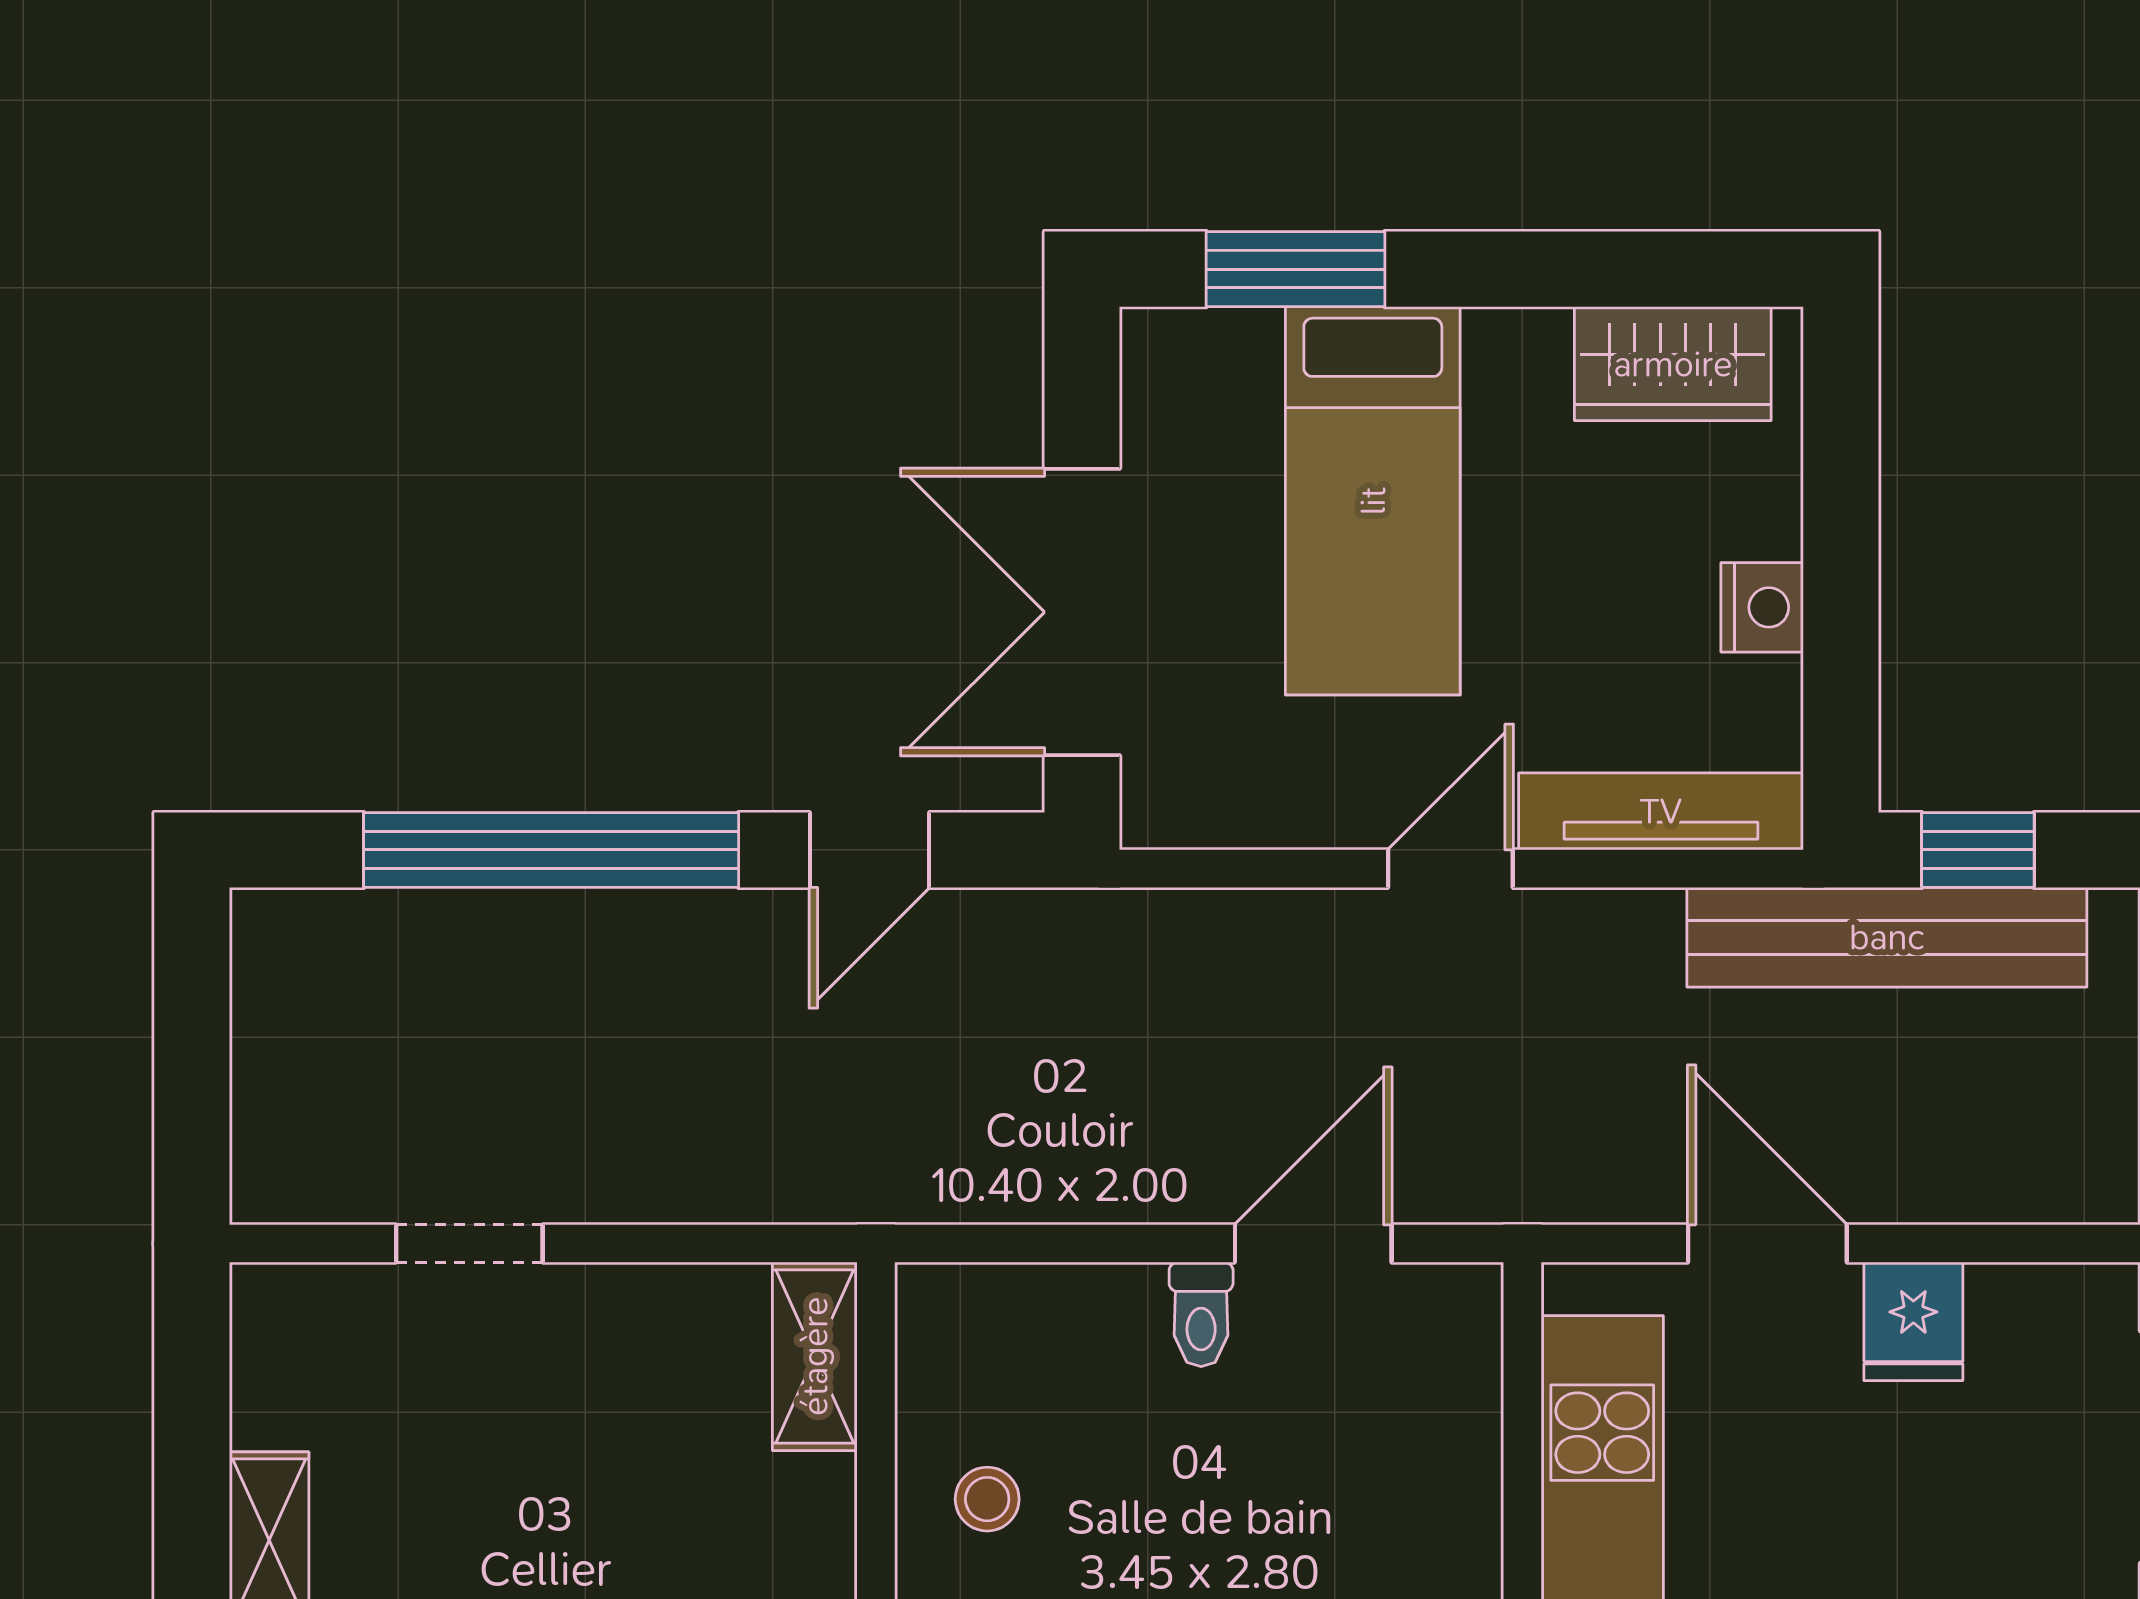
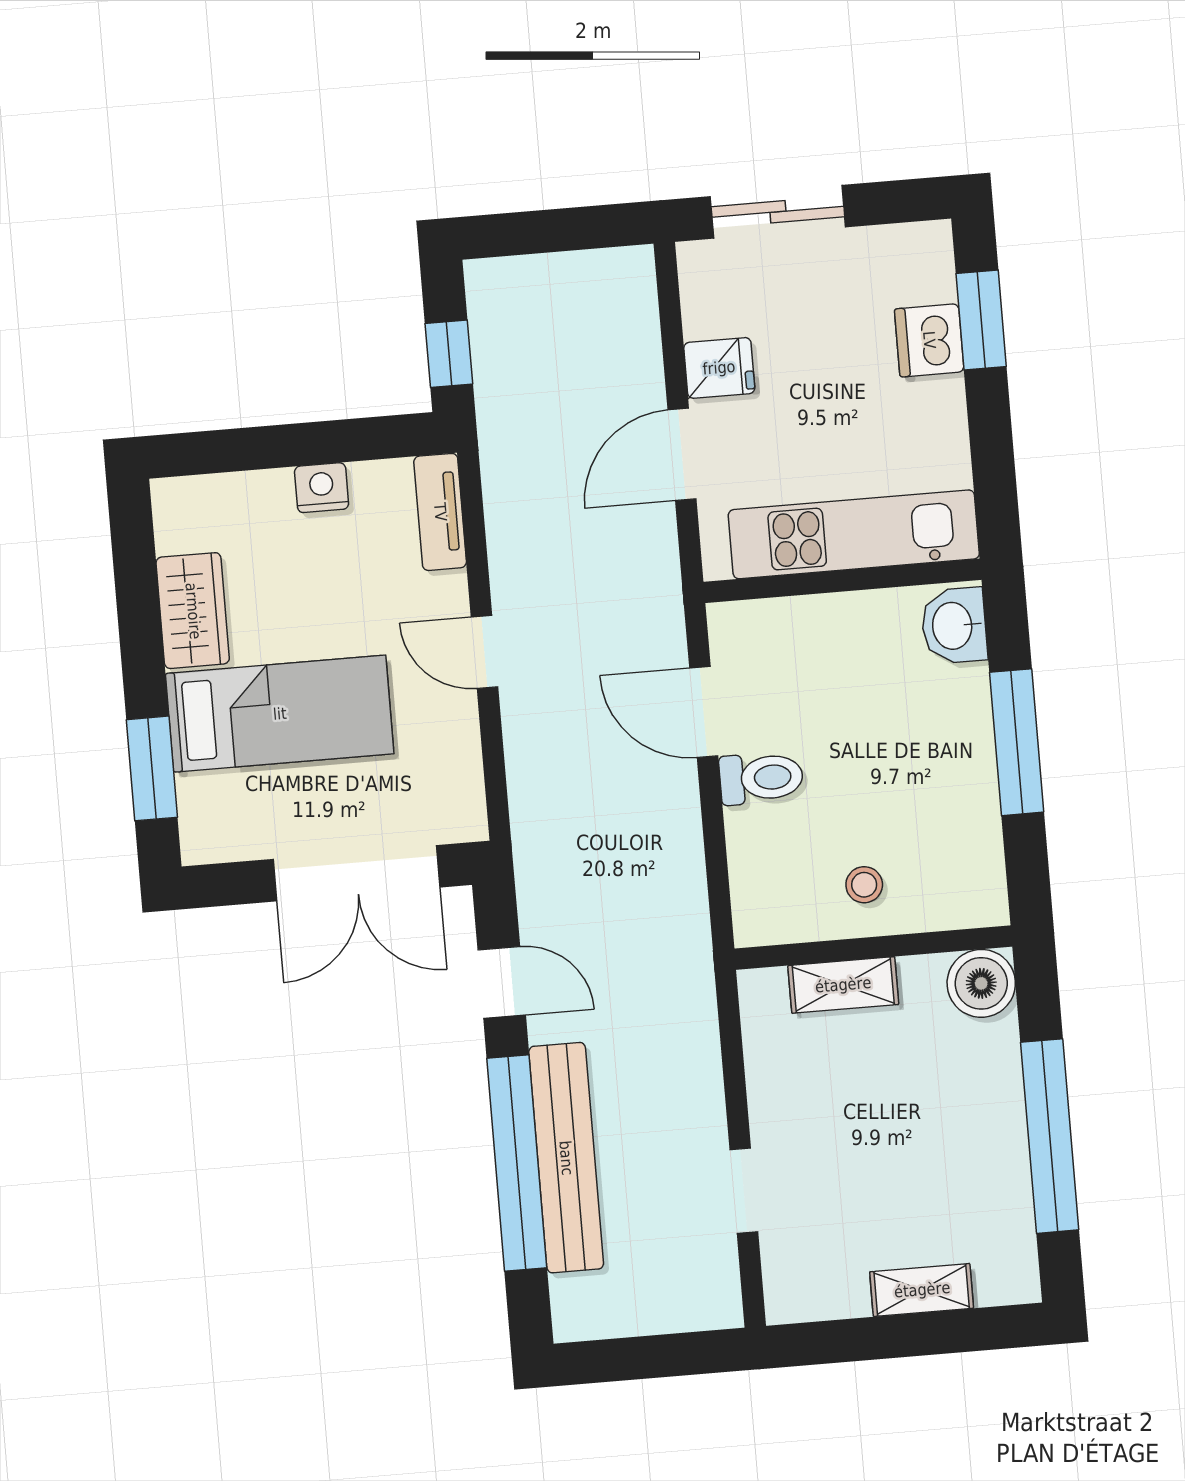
wardrobe: (1673, 364) -> (193, 611), moved
tv unit: (1661, 811) -> (440, 512), width x0.71
bench: (1887, 937) -> (566, 1158), moved
toilet: (1201, 1314) -> (761, 778), width x1.37, depth x1.39
shelving: (815, 1356) -> (843, 985), moved

